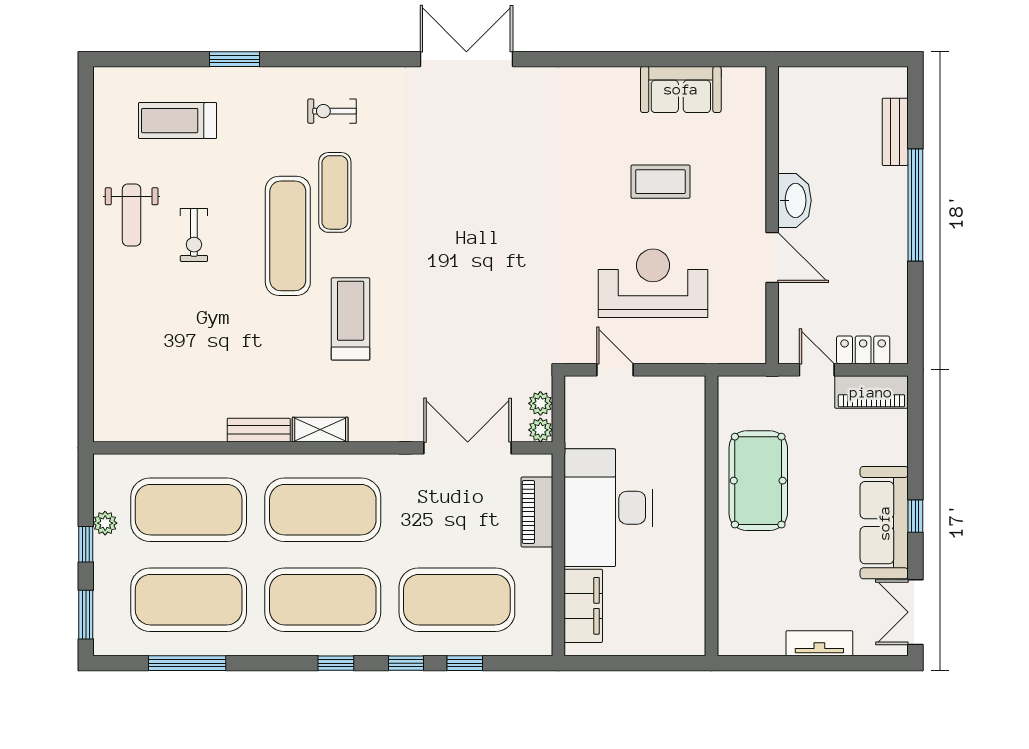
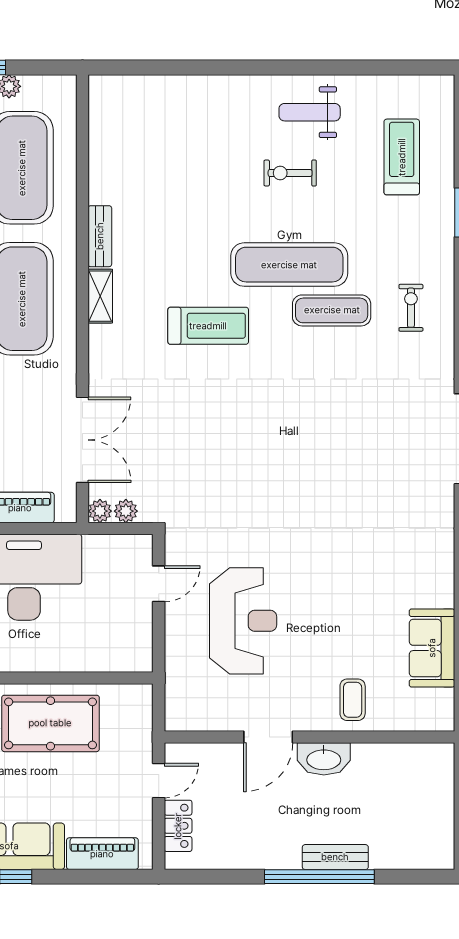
bench: (895, 132) -> (335, 857), moved
coffee table: (660, 182) -> (353, 700), moved, width x0.73, depth x0.77
piano: (871, 392) -> (102, 854), moved, turned 90

